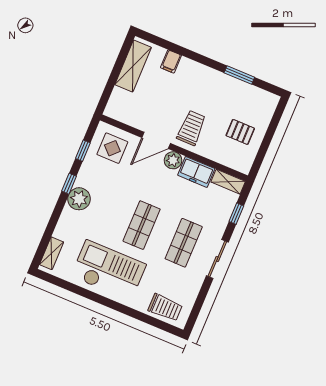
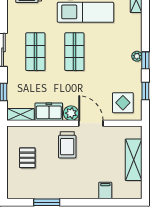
shelving: (133, 66) -> (134, 160), moved
pallet: (240, 132) -> (27, 158), turned 90
door: (156, 140) -> (91, 123), hinge flipped
plant: (79, 199) -> (137, 56), width x0.53, depth x0.53

